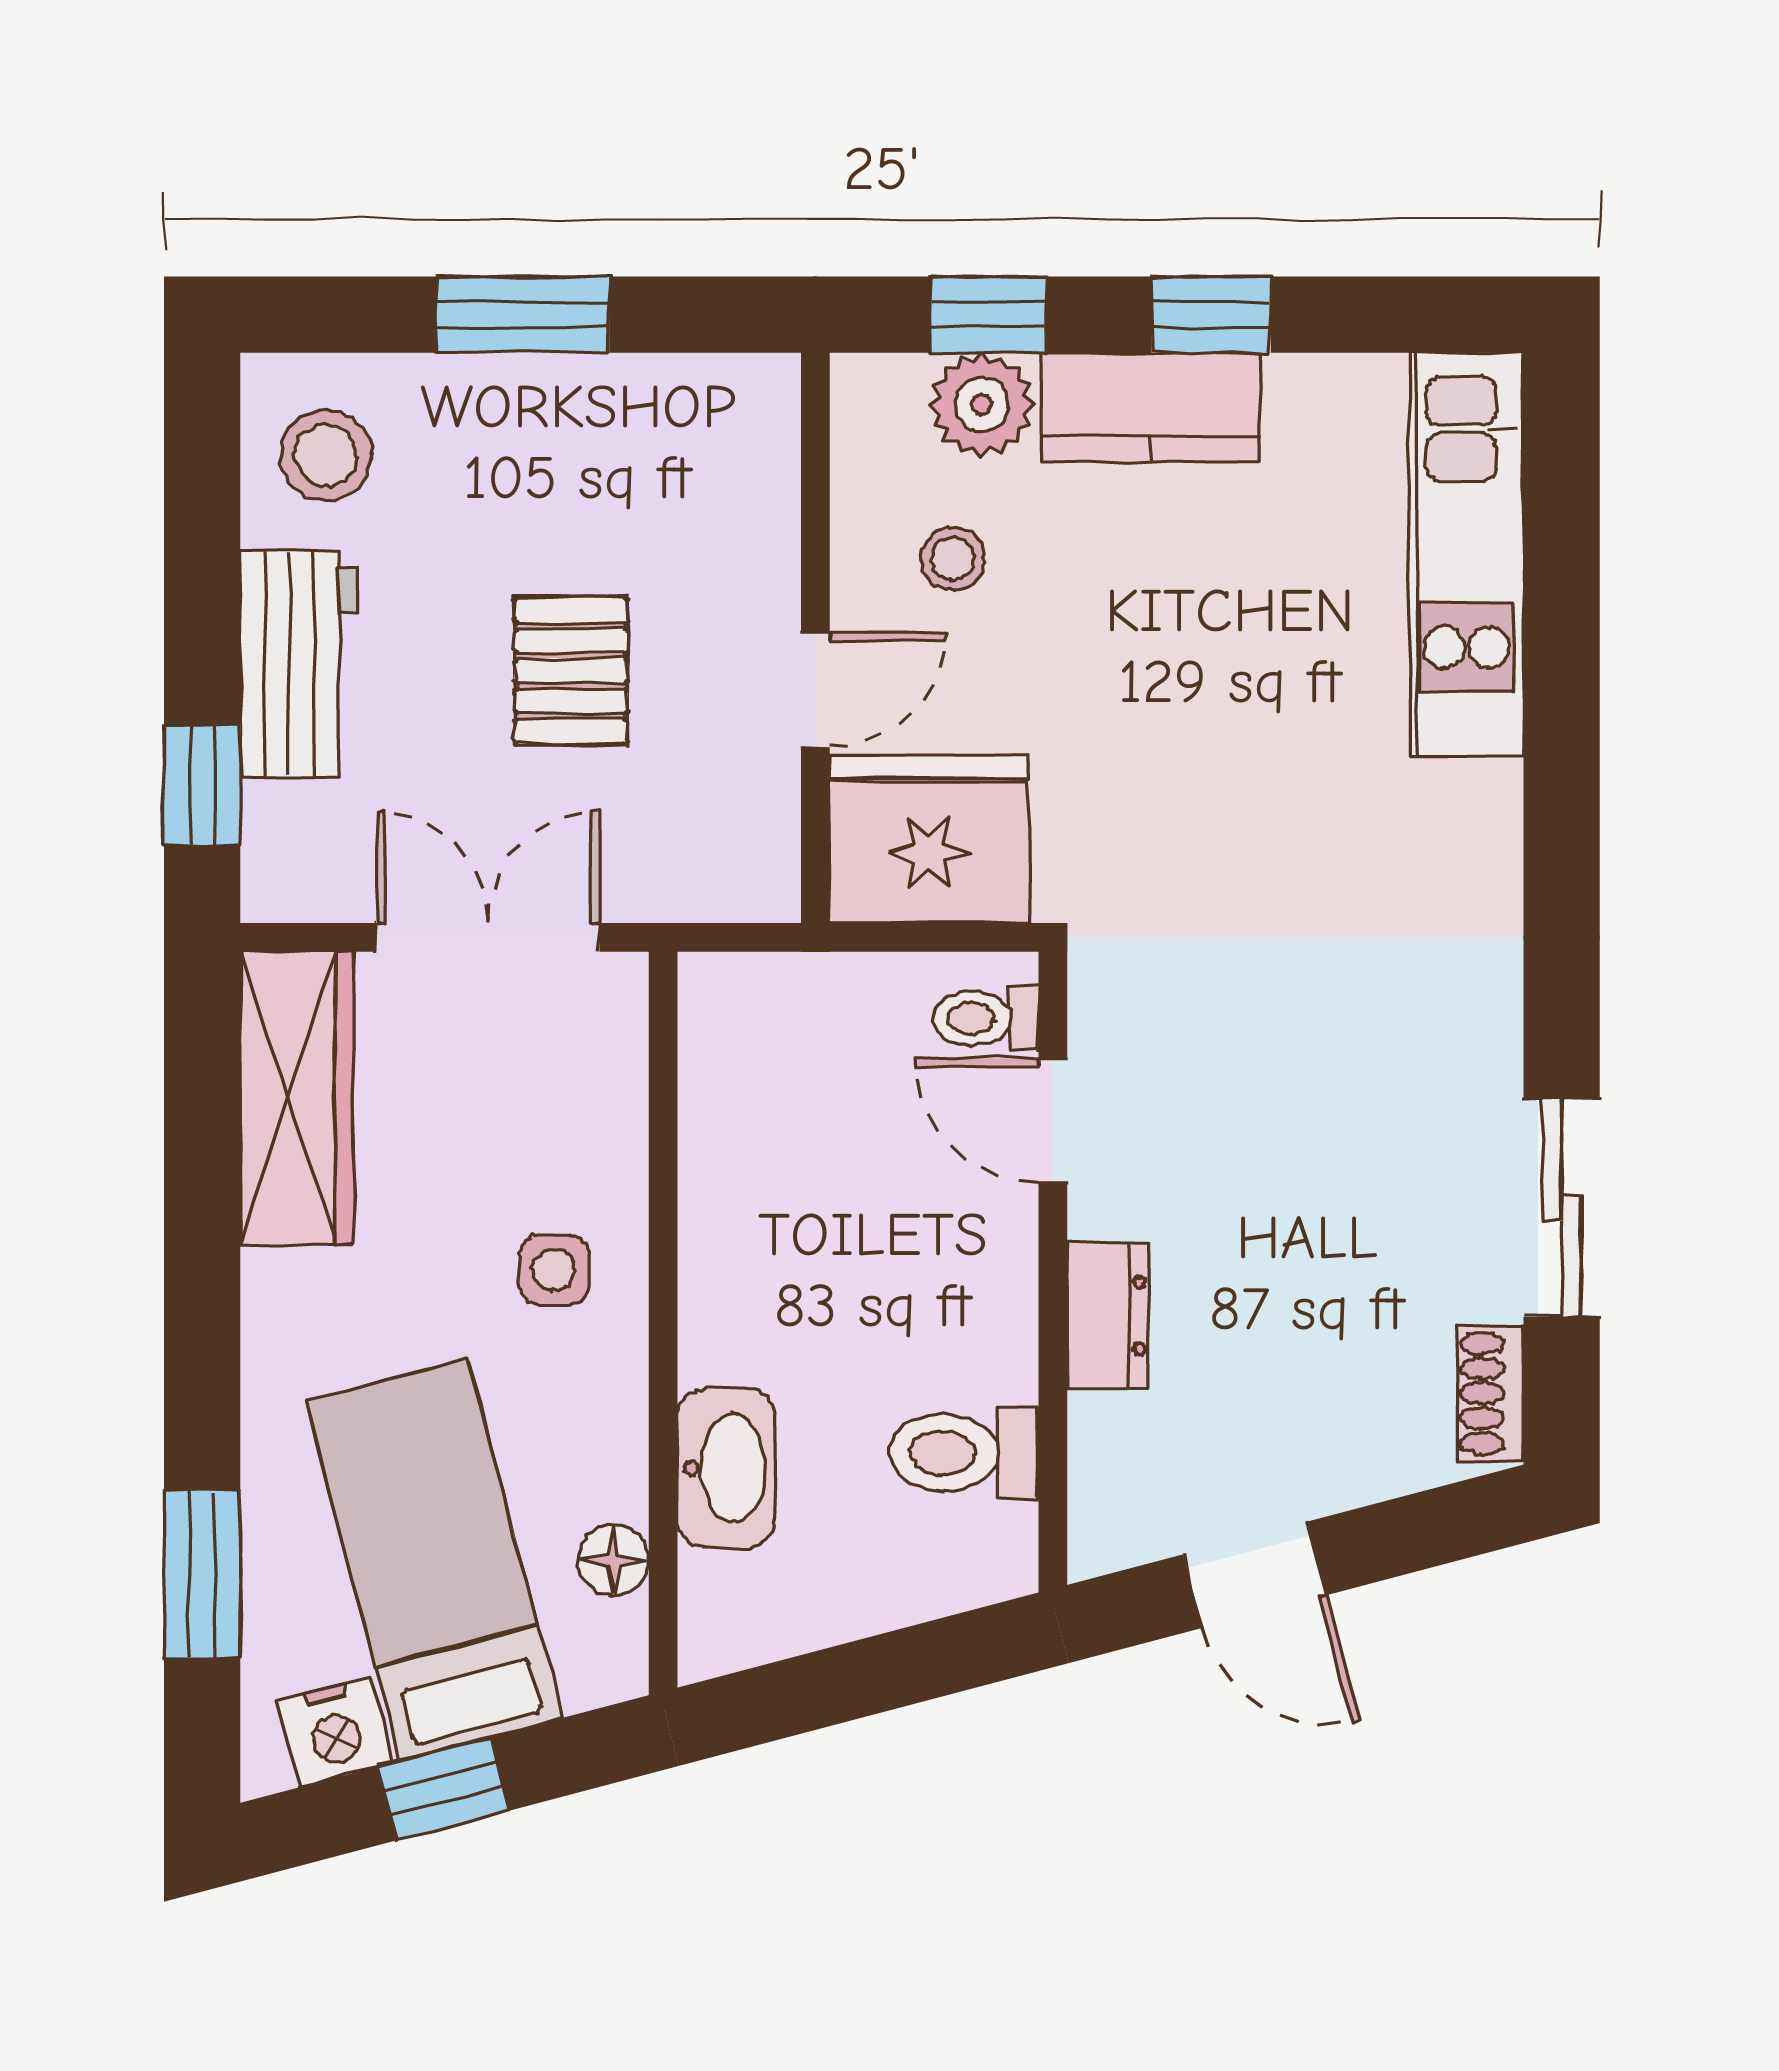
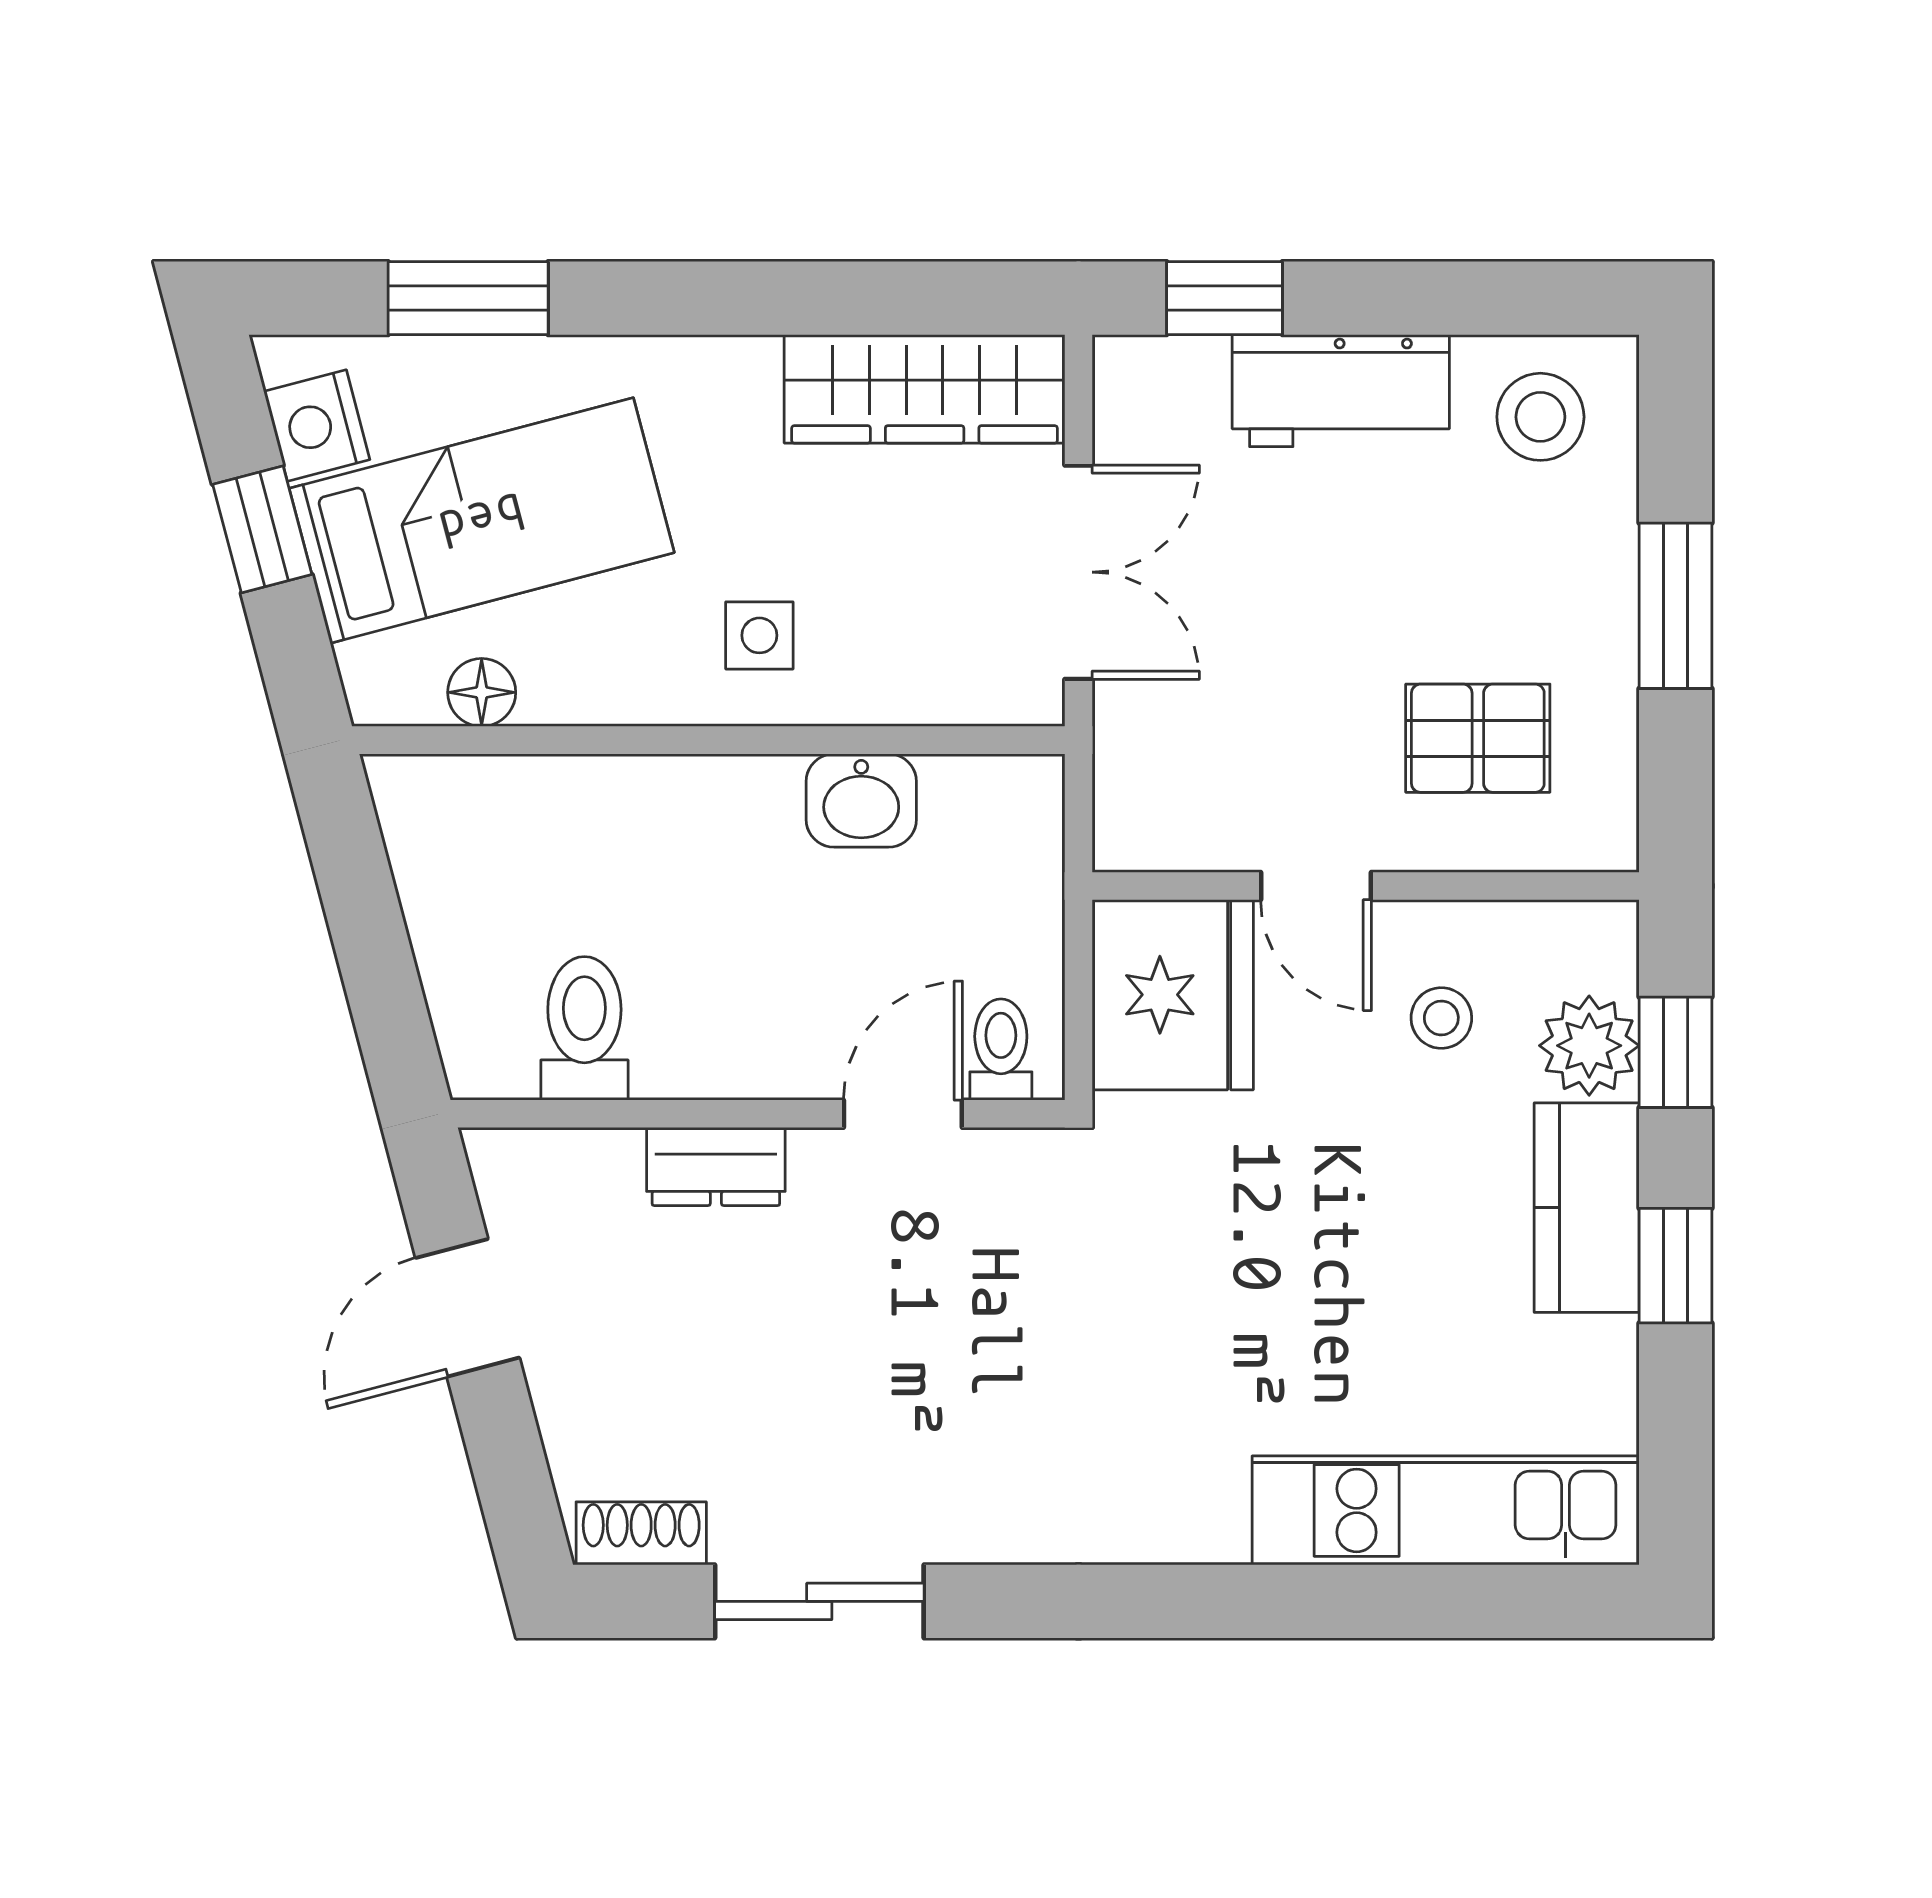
pallet: (571, 671) -> (1478, 738), moved
washbasin: (726, 1468) -> (861, 800), moved, width x0.72

